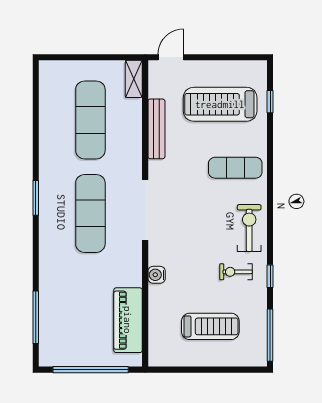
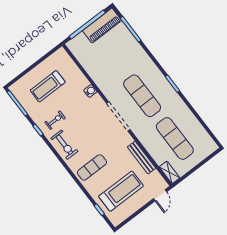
piano: (128, 320) -> (102, 26), moved, turned 90

